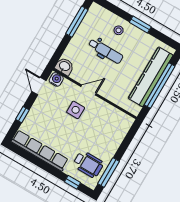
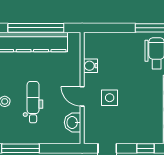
washbasin: (64, 66) -> (73, 122), moved
water cooler: (56, 79) -> (91, 66), moved

